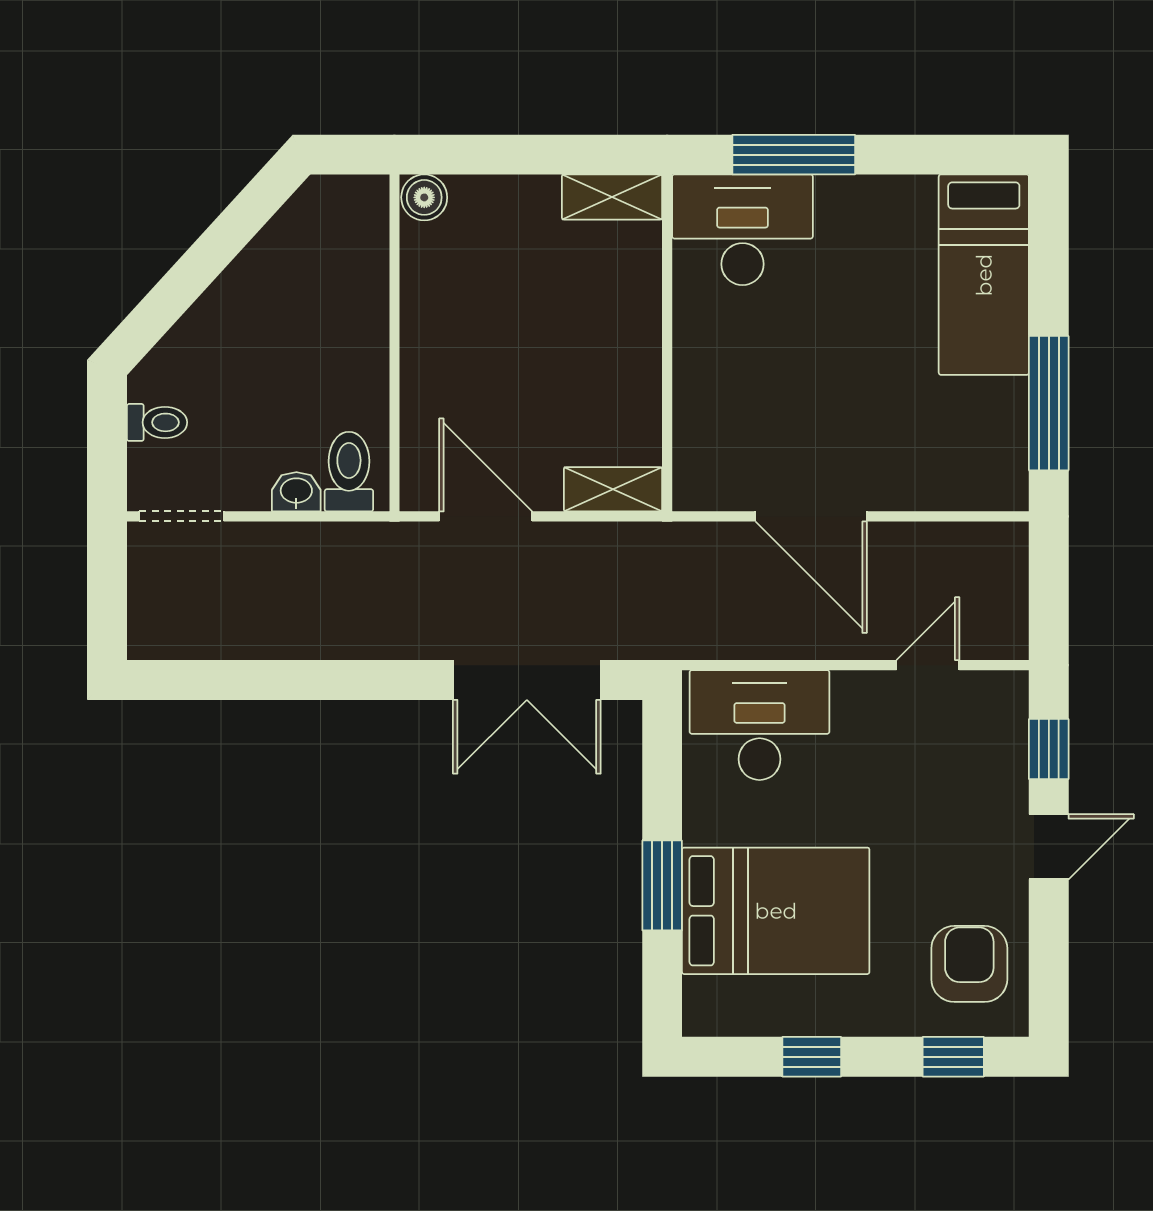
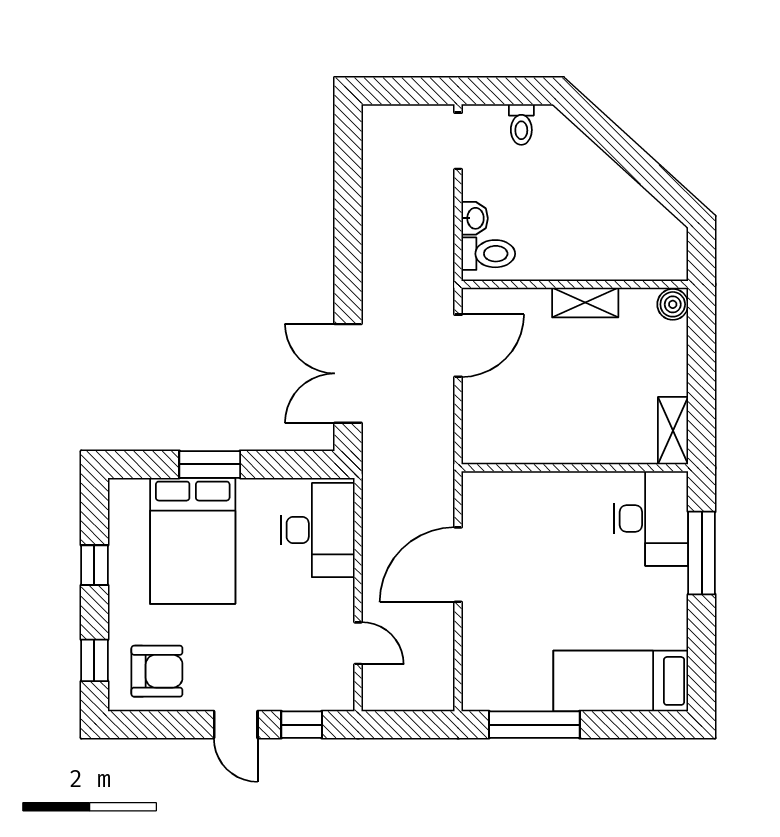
shelving: (613, 489) -> (585, 303), moved, turned 90

